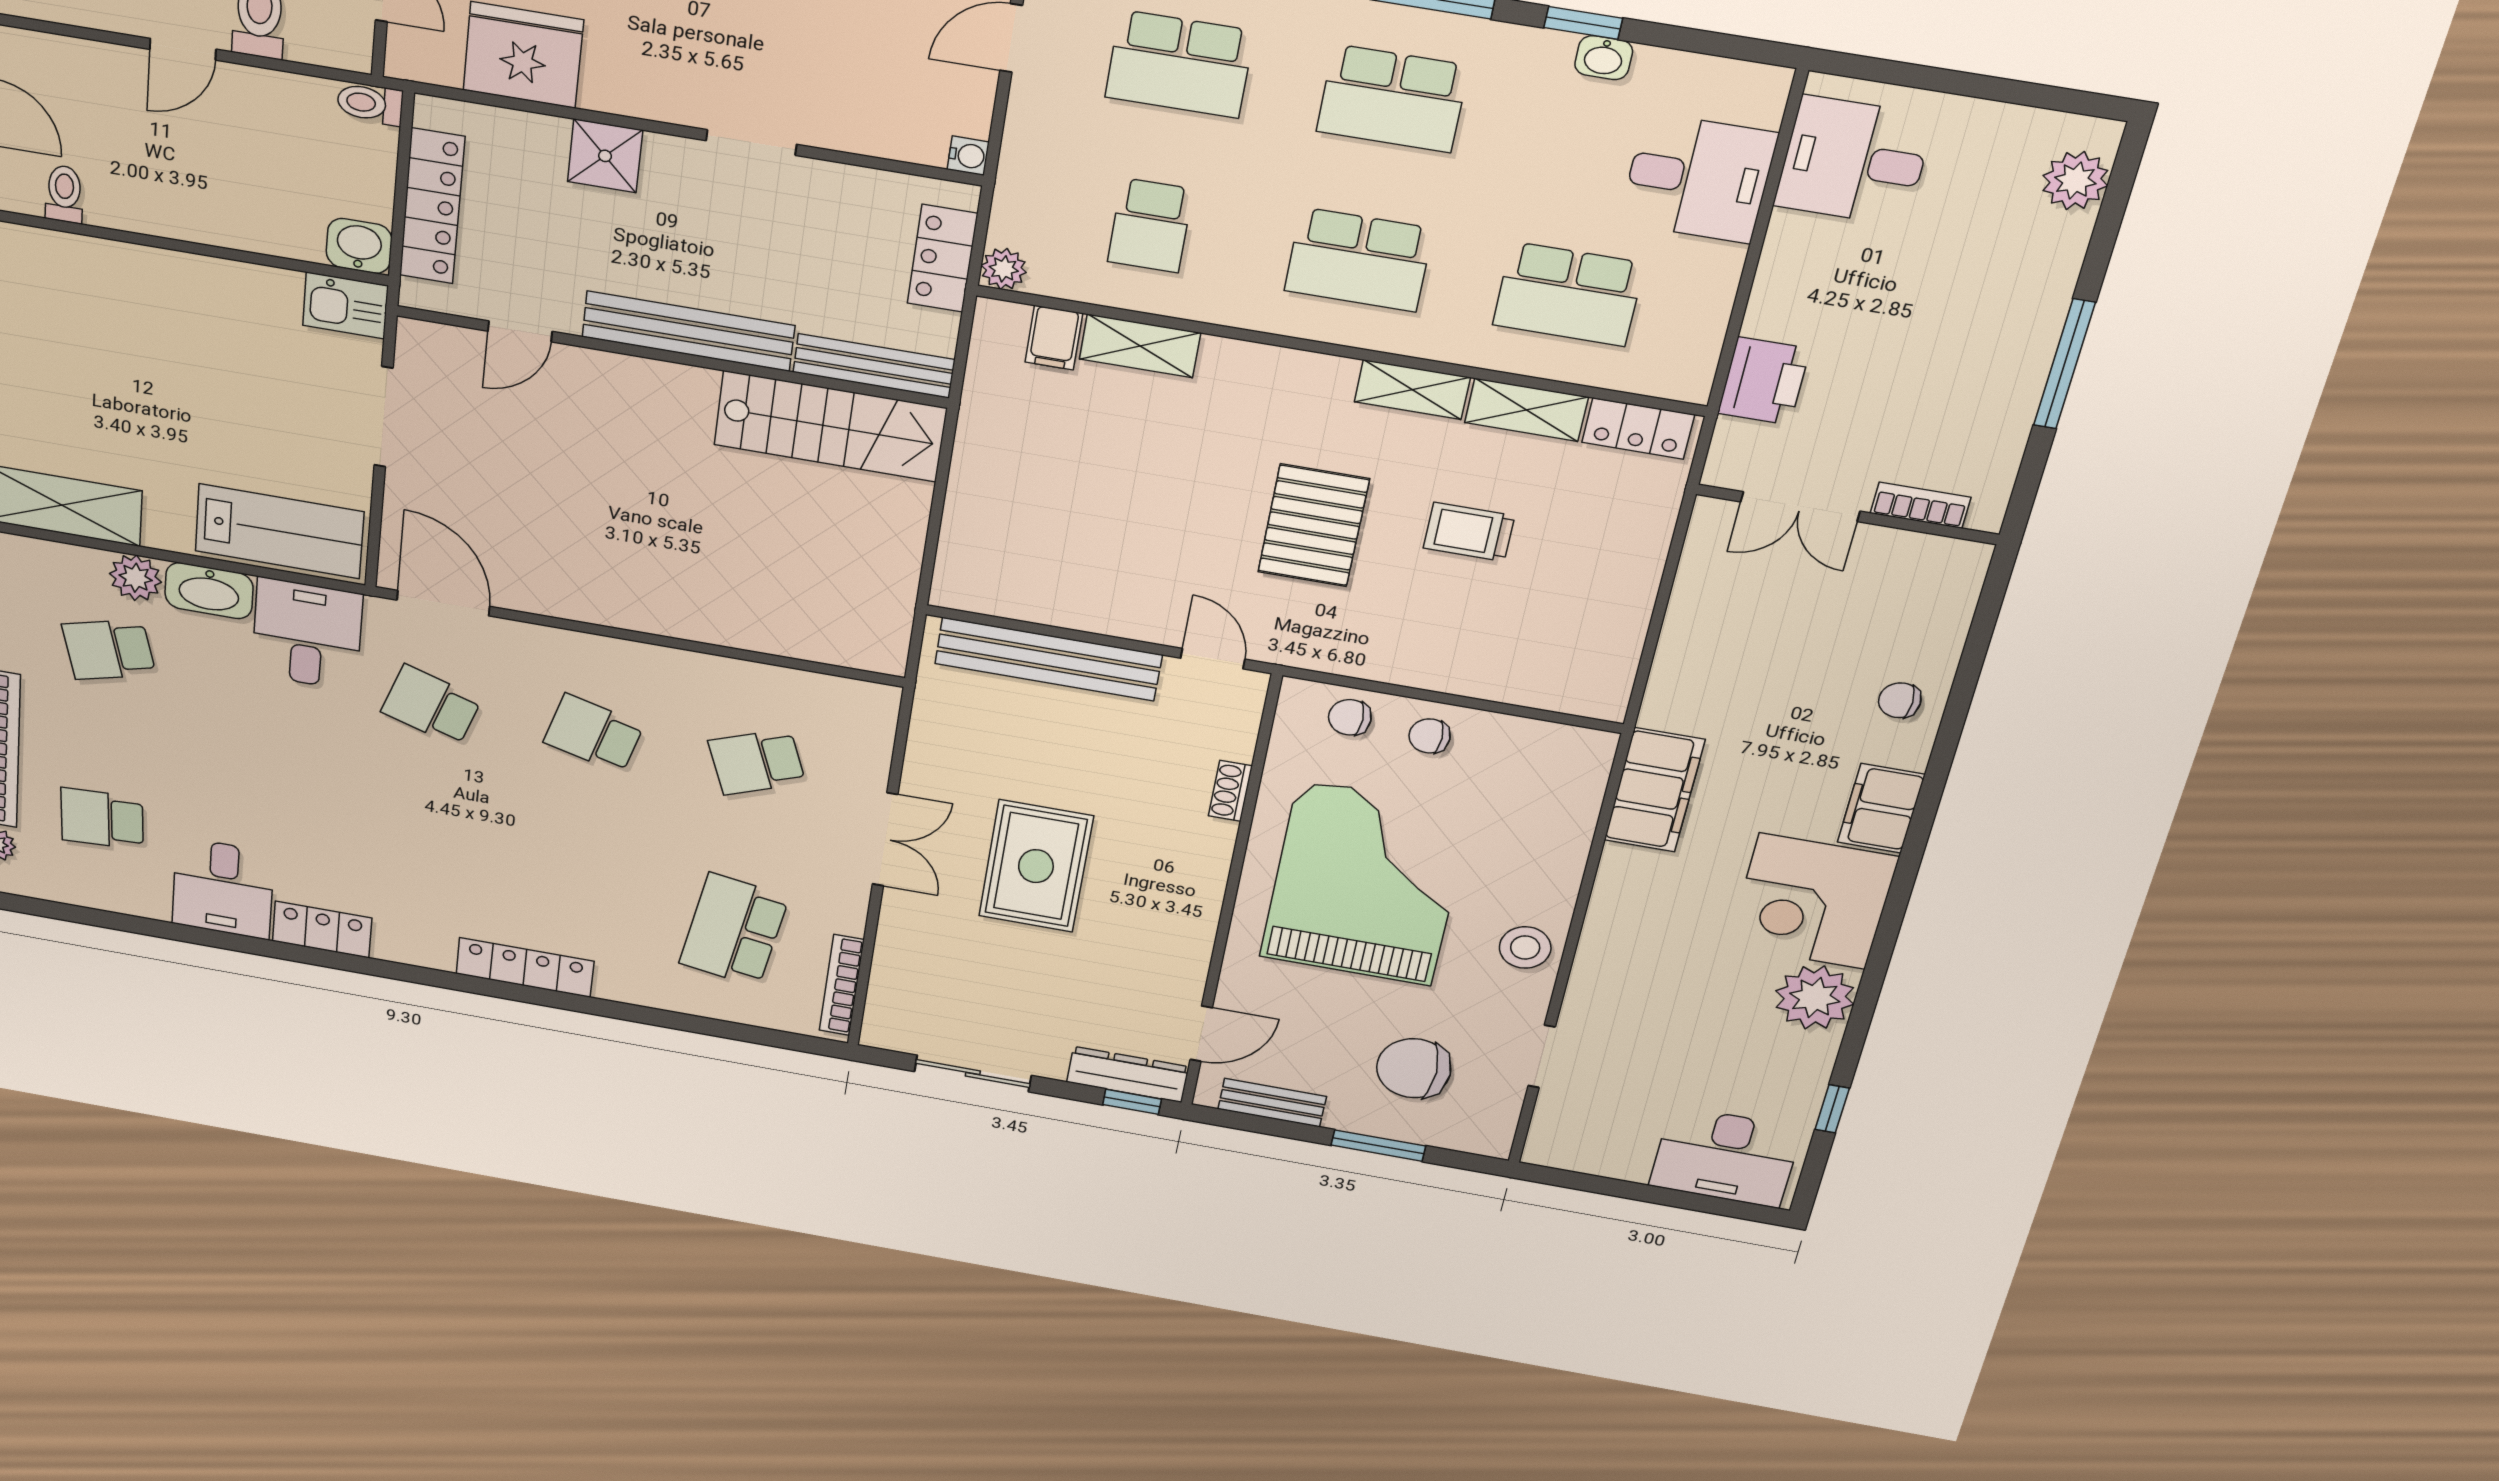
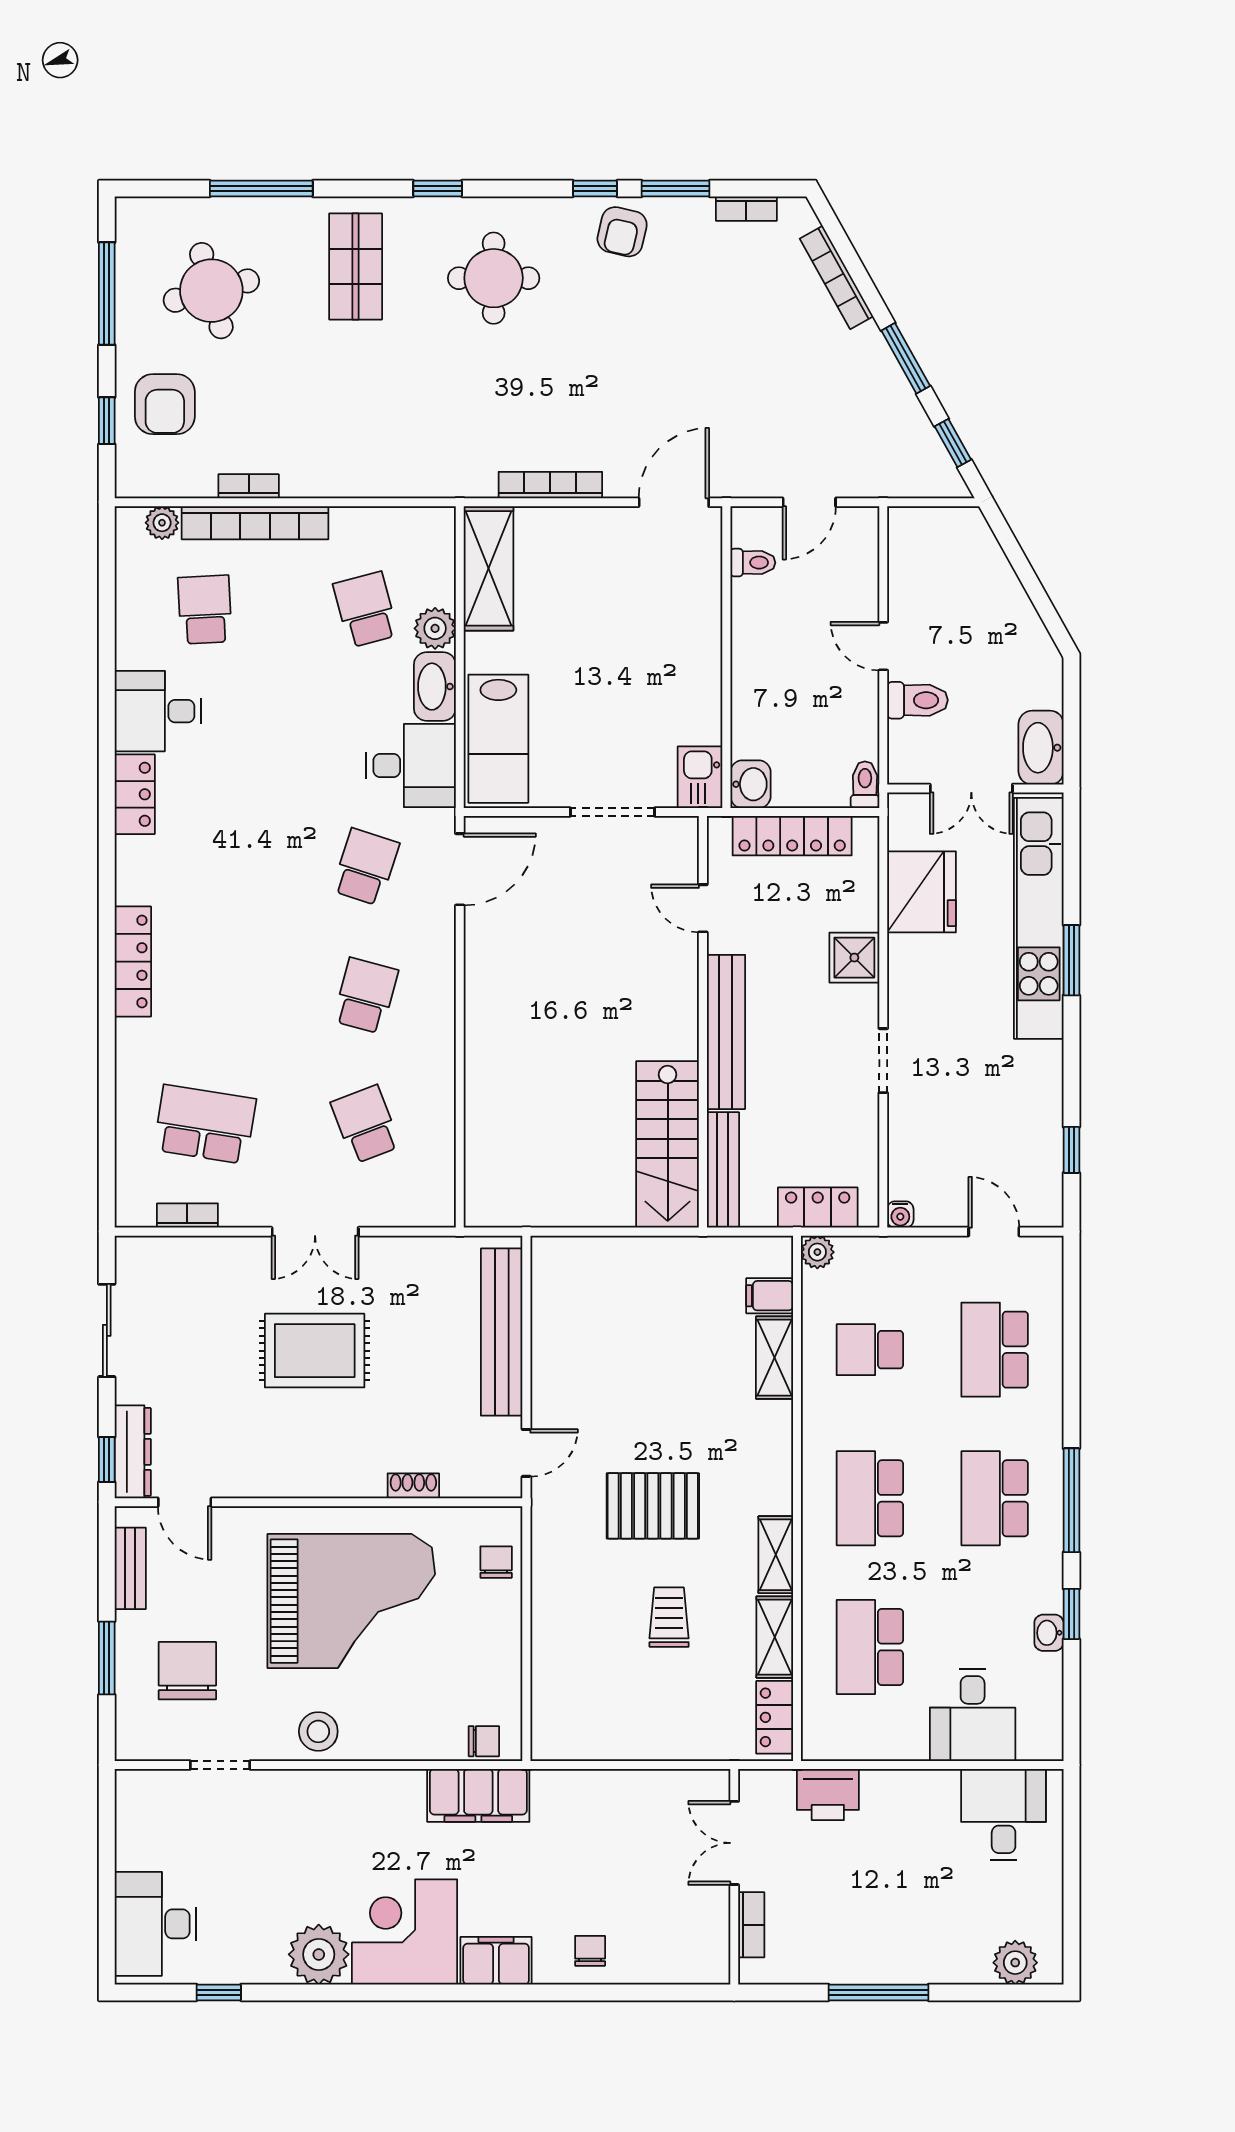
chair: (1430, 736) -> (484, 1741), moved, turned 90
bookcase: (842, 985) -> (187, 1216), width x0.64

